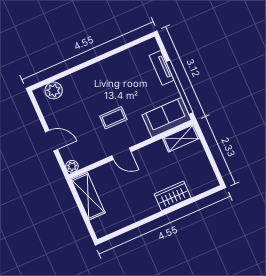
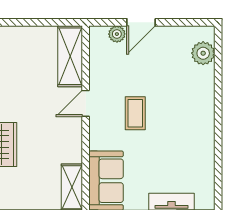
plant: (72, 166) -> (117, 34), moved
shelving: (88, 196) -> (70, 56), moved, turned 90

